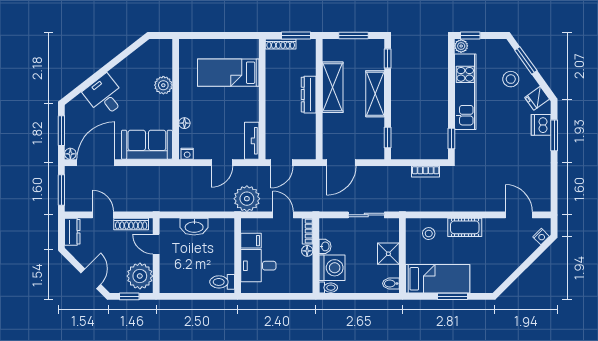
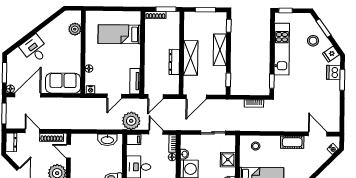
plant: (461, 46) -> (279, 18), removed
plant: (163, 85) -> (75, 29), moved
shelving: (333, 87) -> (191, 58), moved
dresser: (309, 95) -> (174, 62), moved
washbasin: (194, 227) -> (107, 140), moved
cot: (465, 227) -> (292, 142), moved
filing cabinet: (251, 241) -> (134, 139), moved

